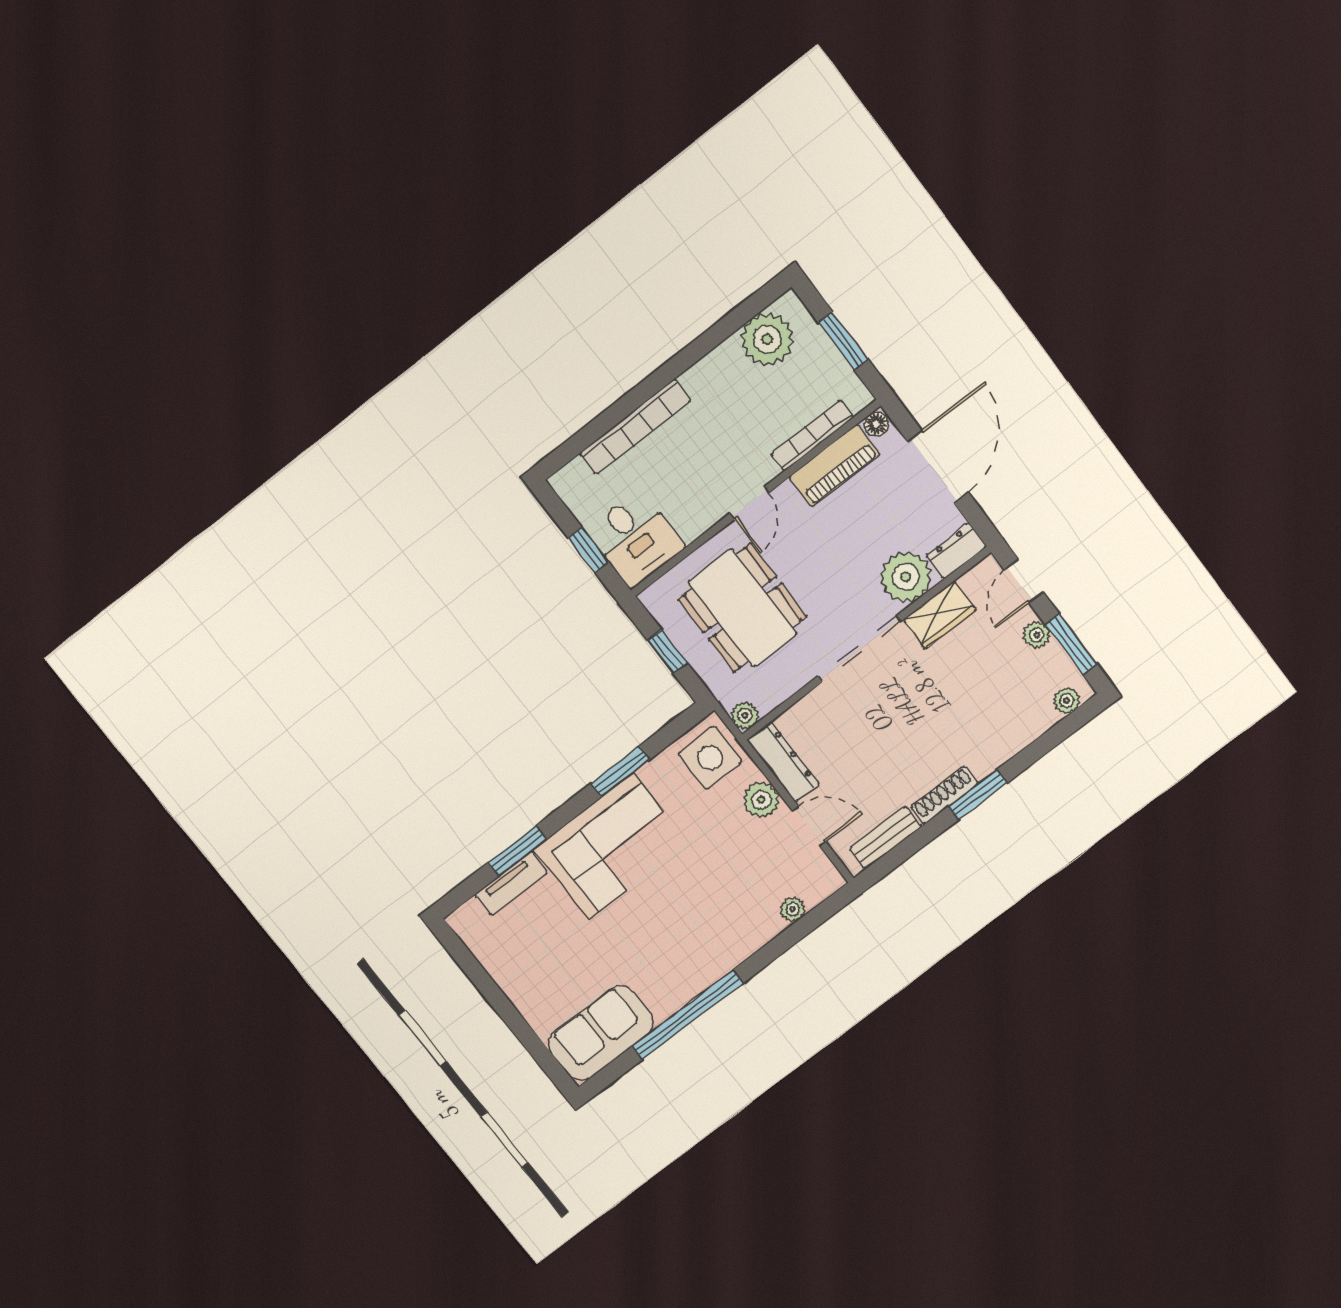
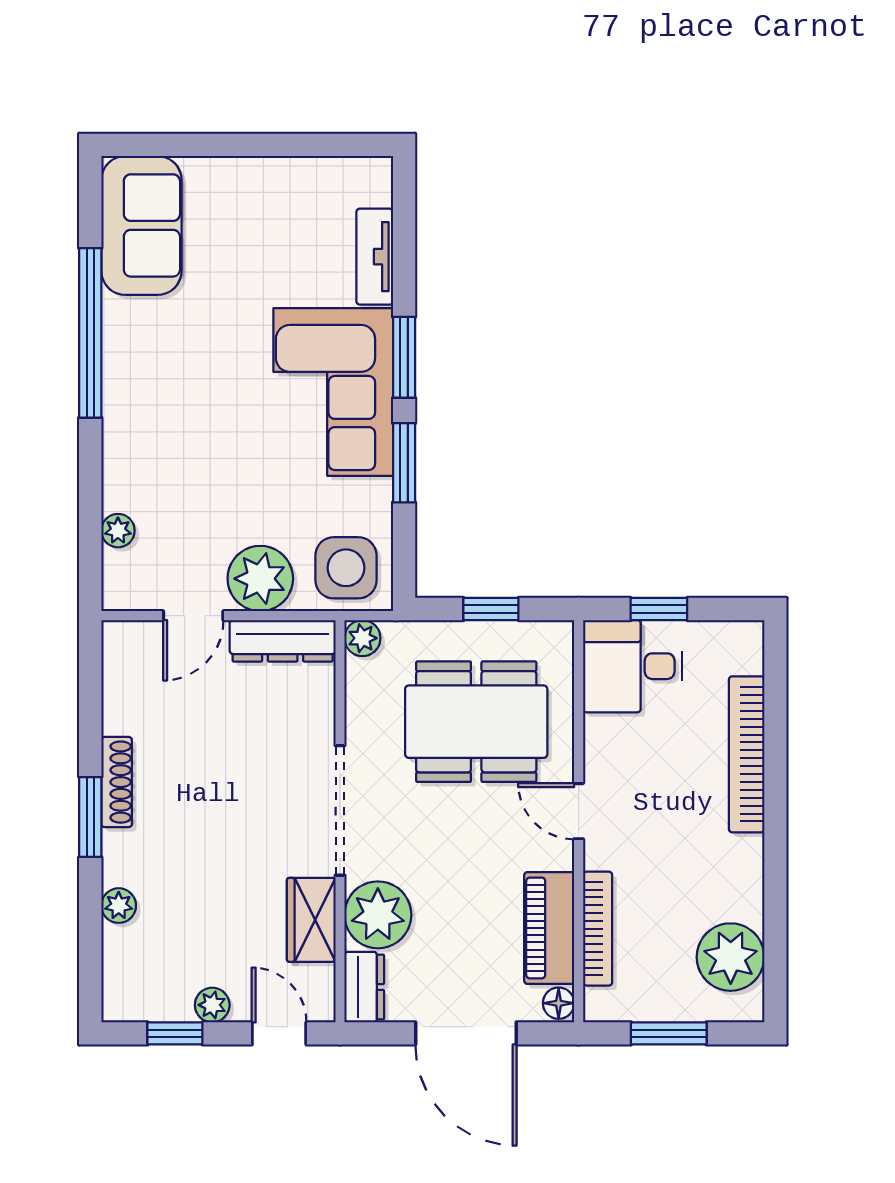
window: (1071, 644) -> (175, 1033), width x0.67
plant: (1067, 700) -> (119, 906), moved
plant: (761, 800) -> (260, 579), width x1.36, depth x1.36
bench: (885, 838) -> (119, 686), removed
window: (518, 851) -> (404, 357), moved

